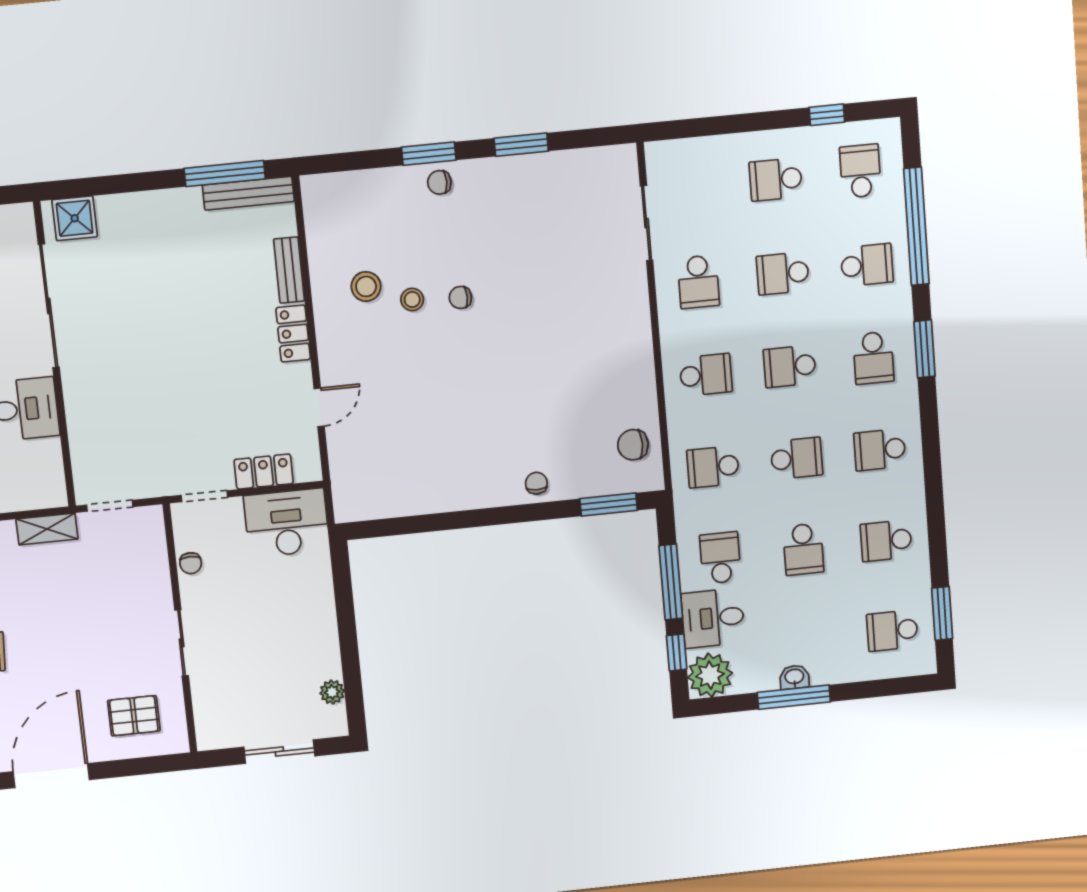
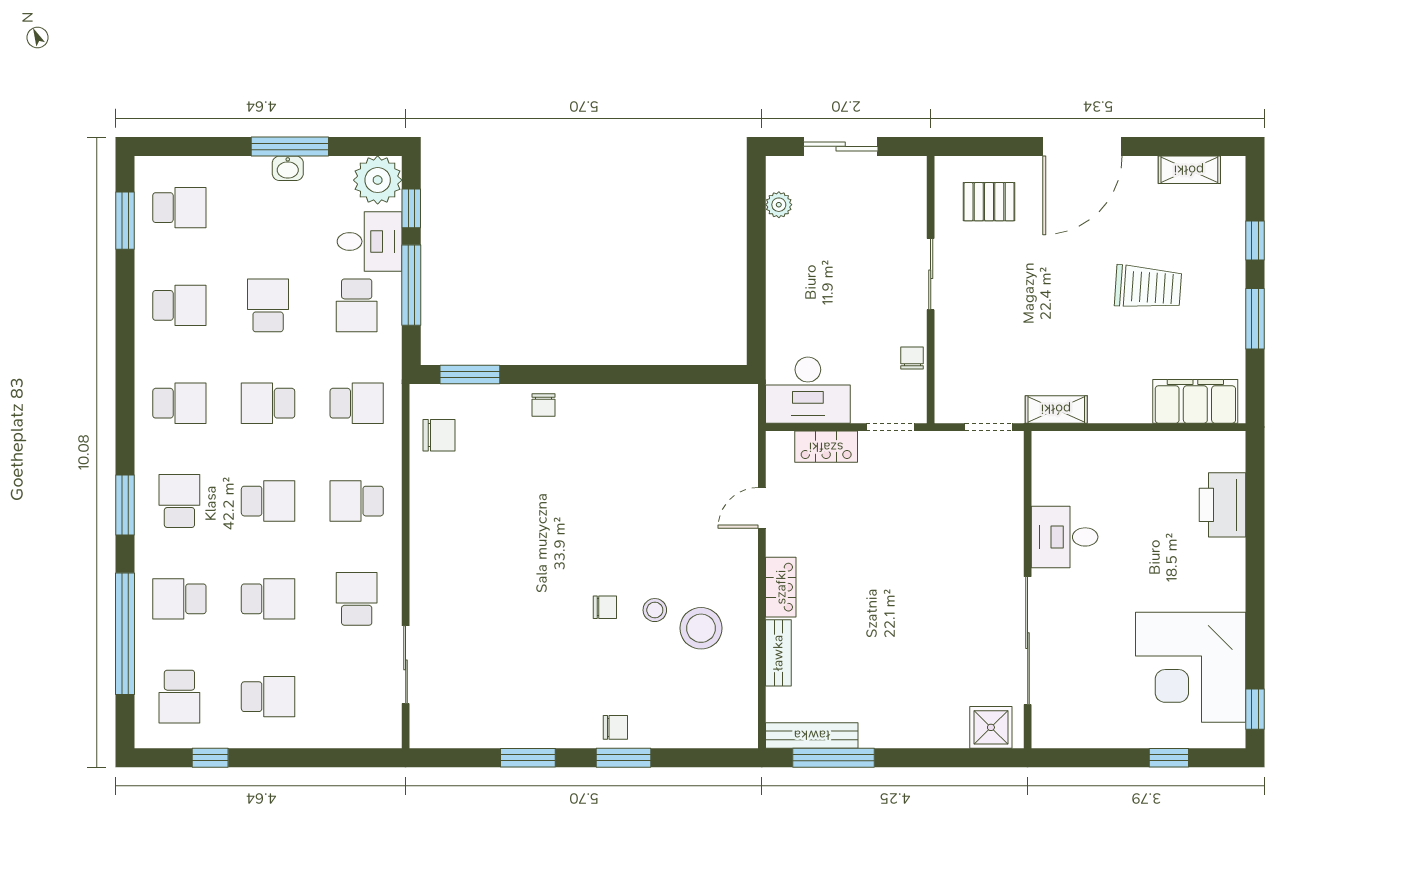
stool: (366, 286) -> (701, 628), width x1.38, depth x1.38

